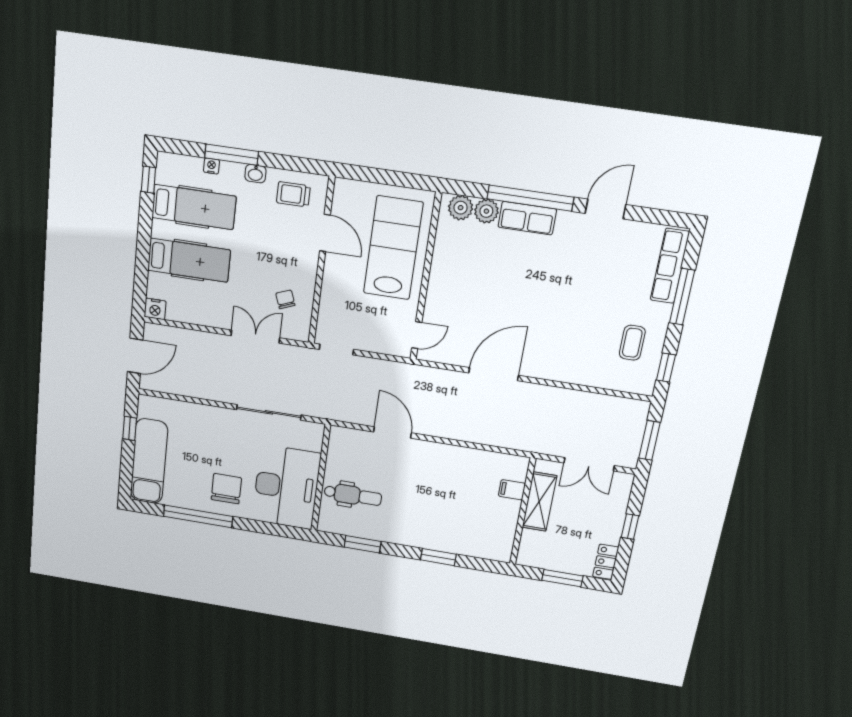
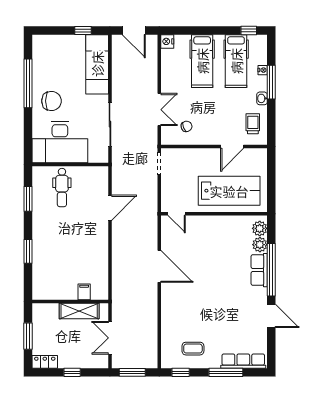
exam couch: (149, 461) -> (97, 64), moved, turned 90

